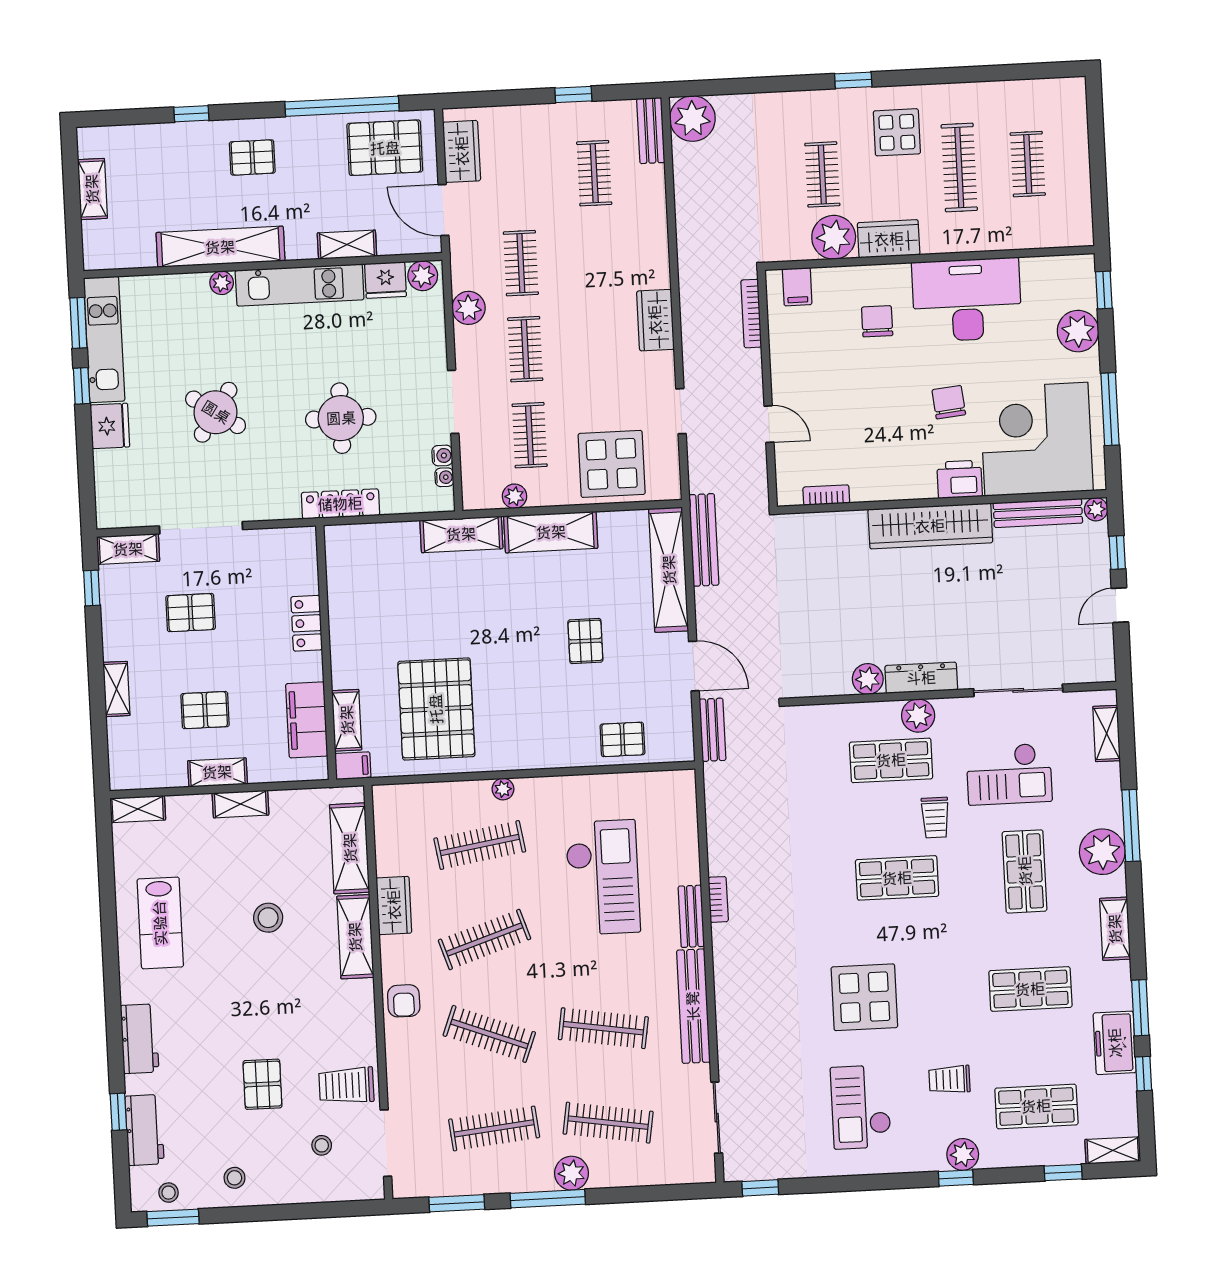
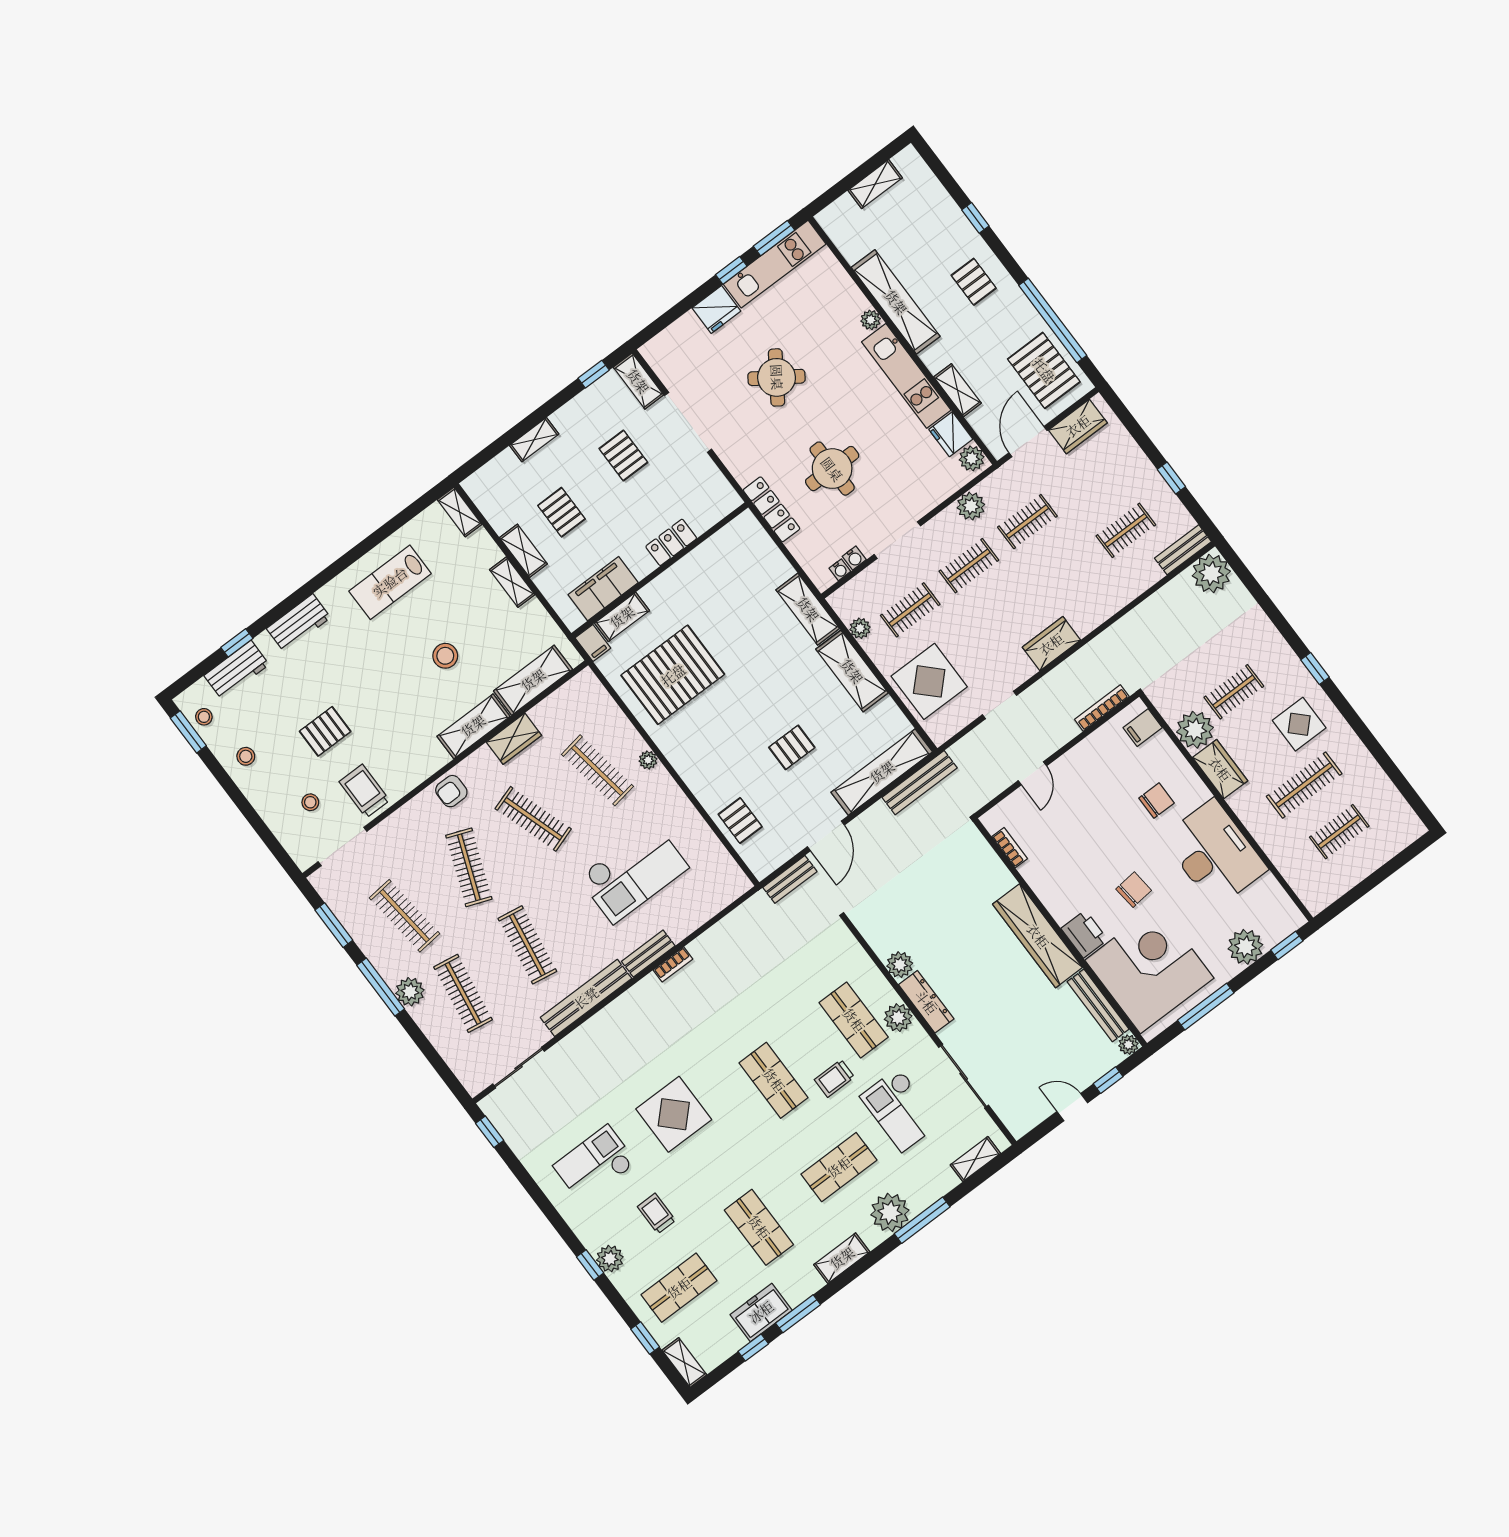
shop shelf: (1036, 1106) -> (679, 1288), turned 90

